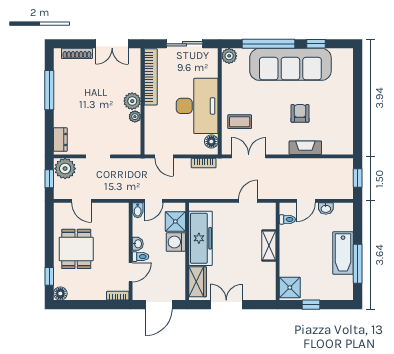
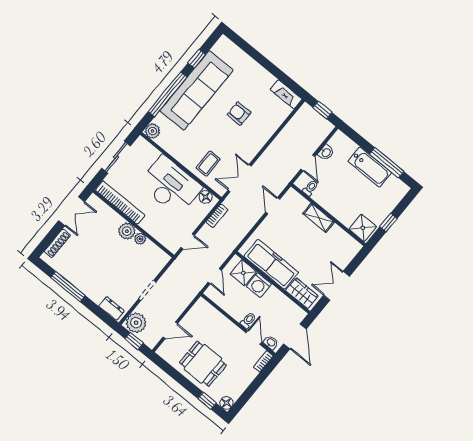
fireplace: (305, 148) -> (286, 94), moved, turned -90
bidet: (138, 210) -> (212, 294), removed
washbasin: (138, 244) -> (271, 343), moved

